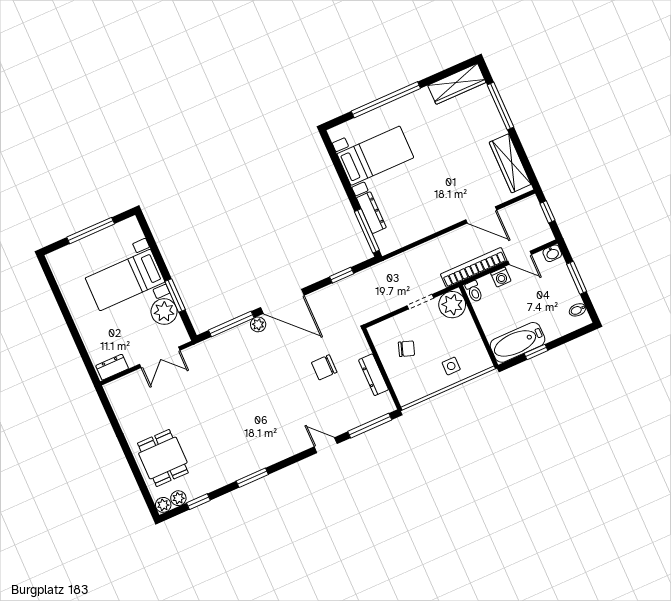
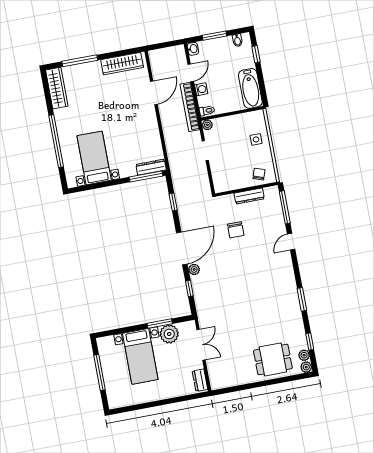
window: (547, 212) -> (163, 45), removed
dresser: (371, 213) -> (151, 167), moved
plant: (452, 305) -> (207, 125), width x0.53, depth x0.53
window: (231, 324) -> (189, 288), width x0.46
chair: (406, 349) -> (259, 174), moved
window: (536, 352) -> (256, 54), moved

